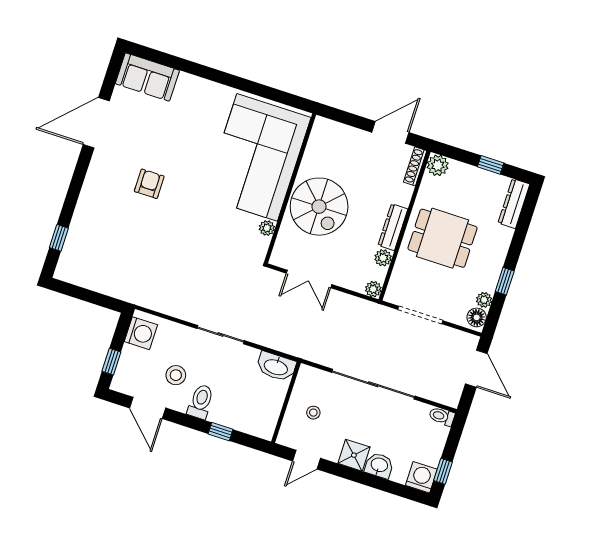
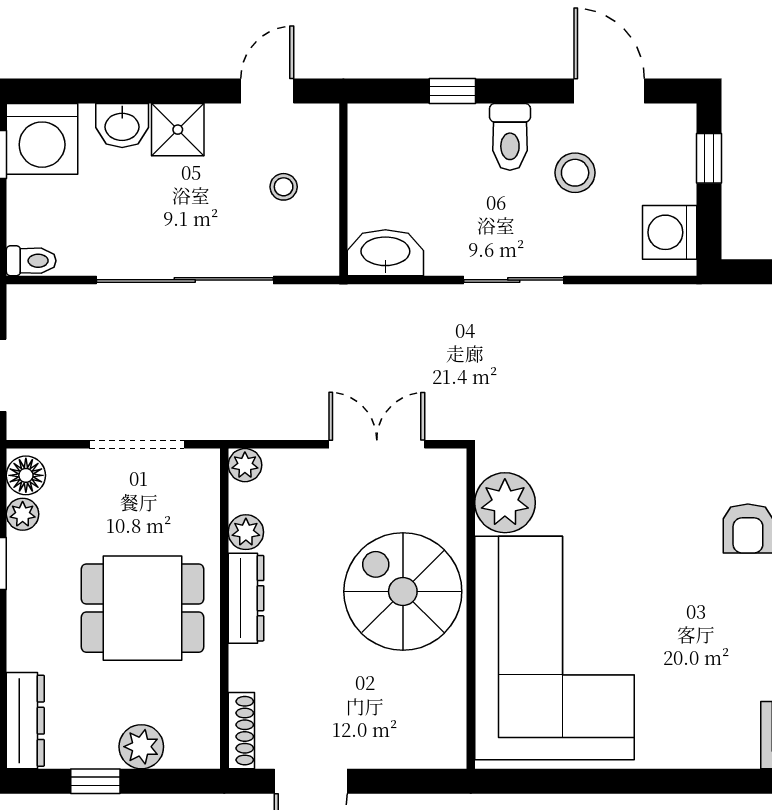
plant: (438, 165) -> (141, 747), moved
plant: (267, 228) -> (505, 503), width x1.88, depth x1.88
washing machine: (421, 477) -> (42, 139), width x1.37, depth x1.37

